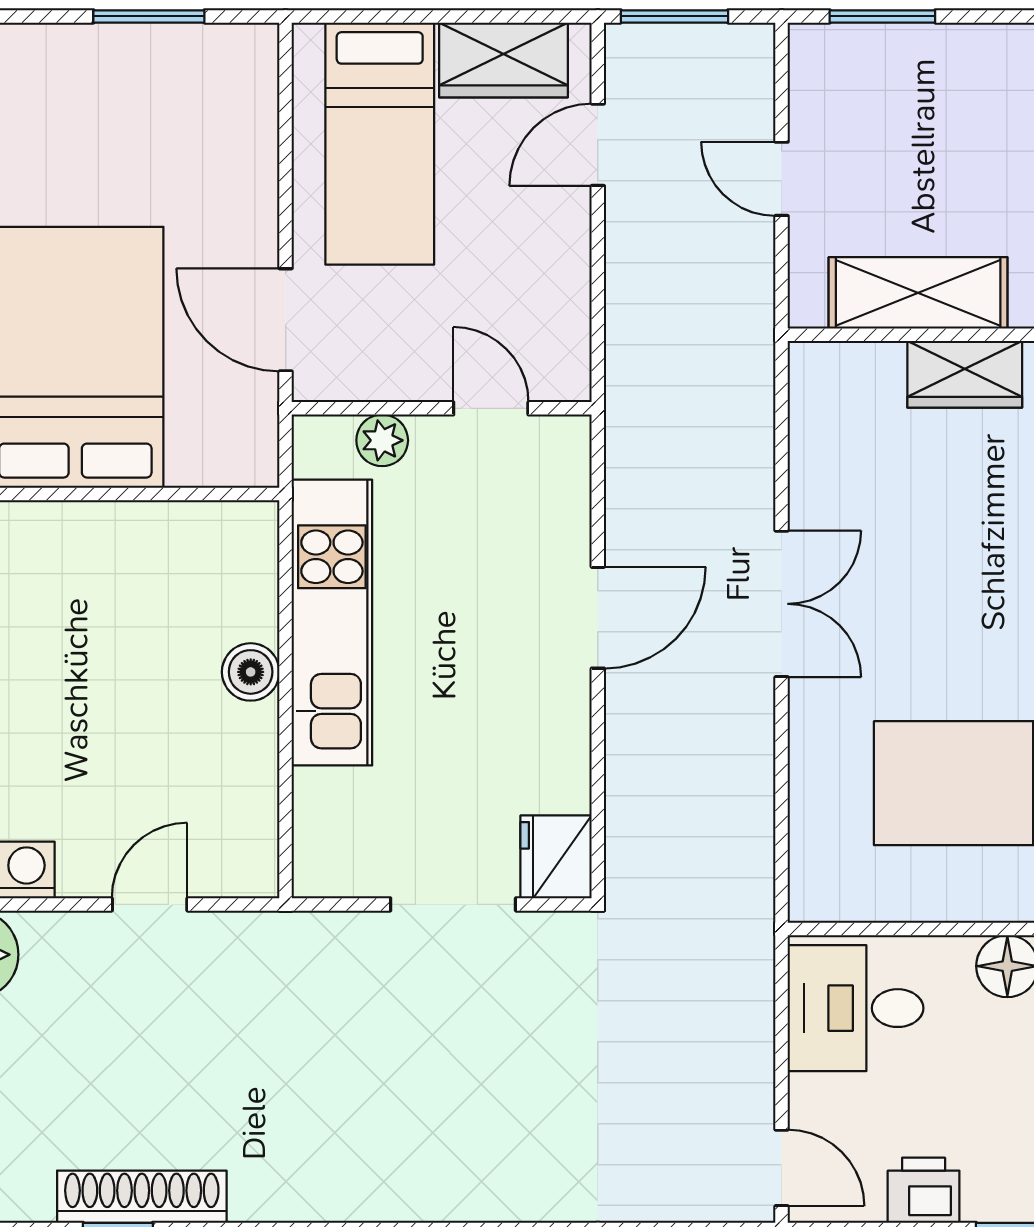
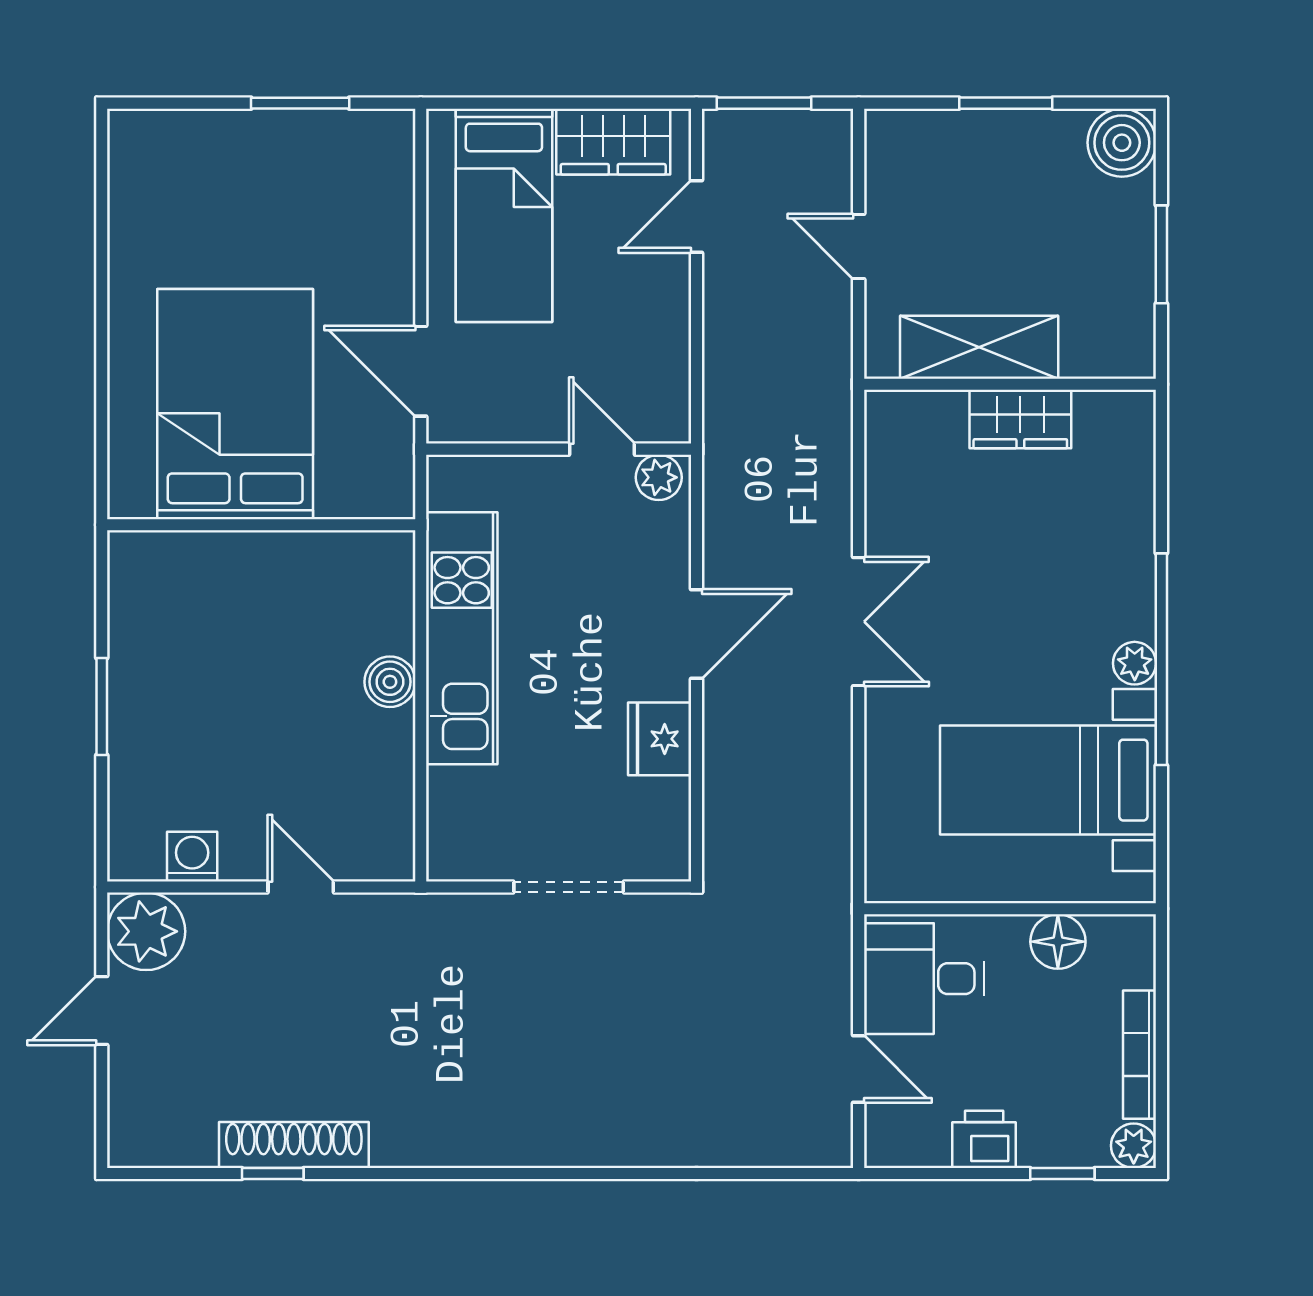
window: (882, 16) -> (1006, 103), moved
plant: (382, 440) -> (659, 477), moved
fridge: (556, 857) -> (660, 739), moved
door: (150, 904) -> (301, 887), hinge flipped
door: (782, 1168) -> (859, 1069), moved

